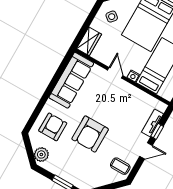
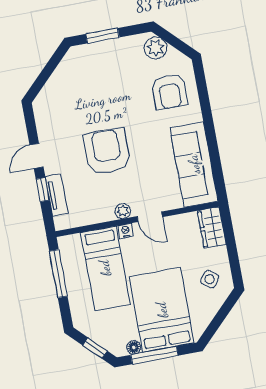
plant: (126, 87) -> (123, 211), added
armchair: (90, 134) -> (107, 151), moved
coffee table: (120, 166) -> (52, 112), removed

